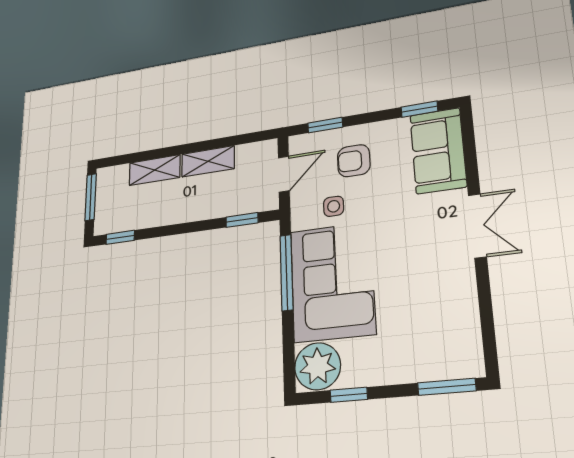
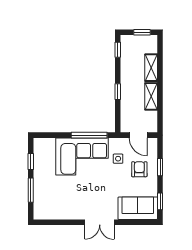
window: (325, 125) -> (160, 167), moved
window: (91, 197) -> (142, 32), width x0.67
window: (242, 220) -> (118, 92), moved
plant: (318, 366) -> (44, 148), removed
window: (447, 387) -> (31, 190), moved

